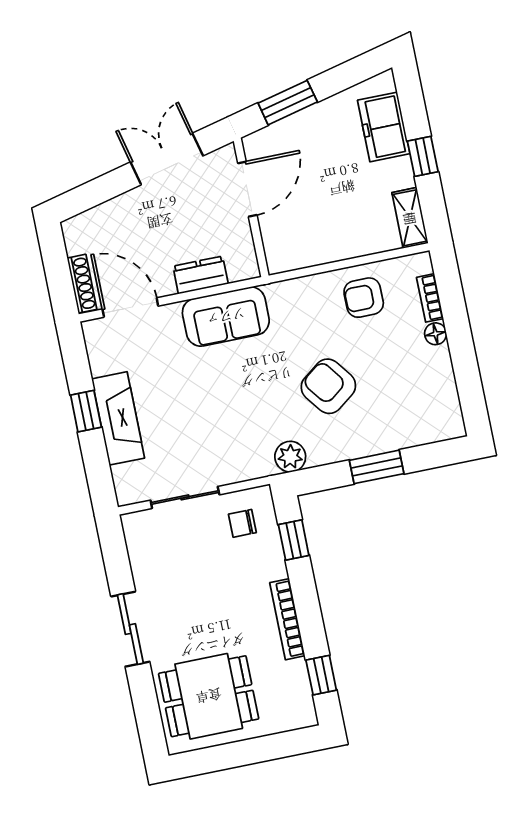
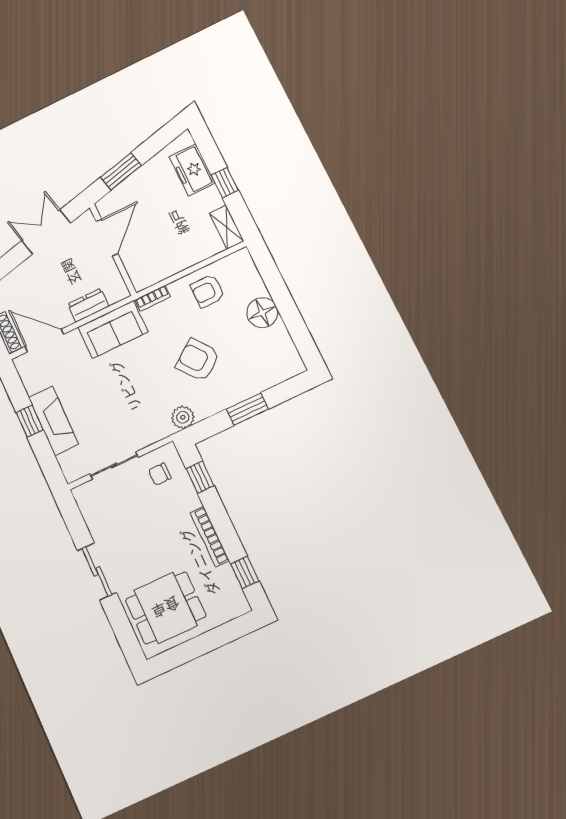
bookcase: (430, 298) -> (153, 298), moved, turned -90
floor lamp: (436, 334) -> (262, 313), width x1.89, depth x1.89

